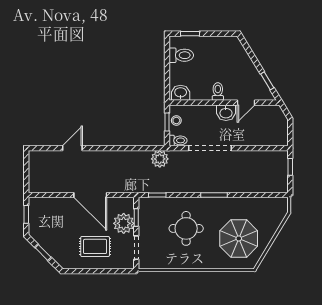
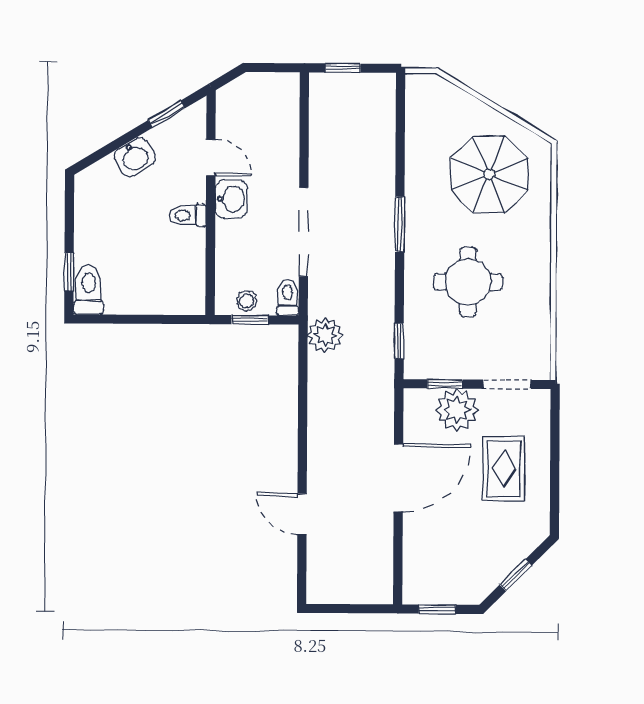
toilet: (181, 55) -> (89, 290), moved
washbasin: (181, 93) -> (135, 157), moved, turned -121

